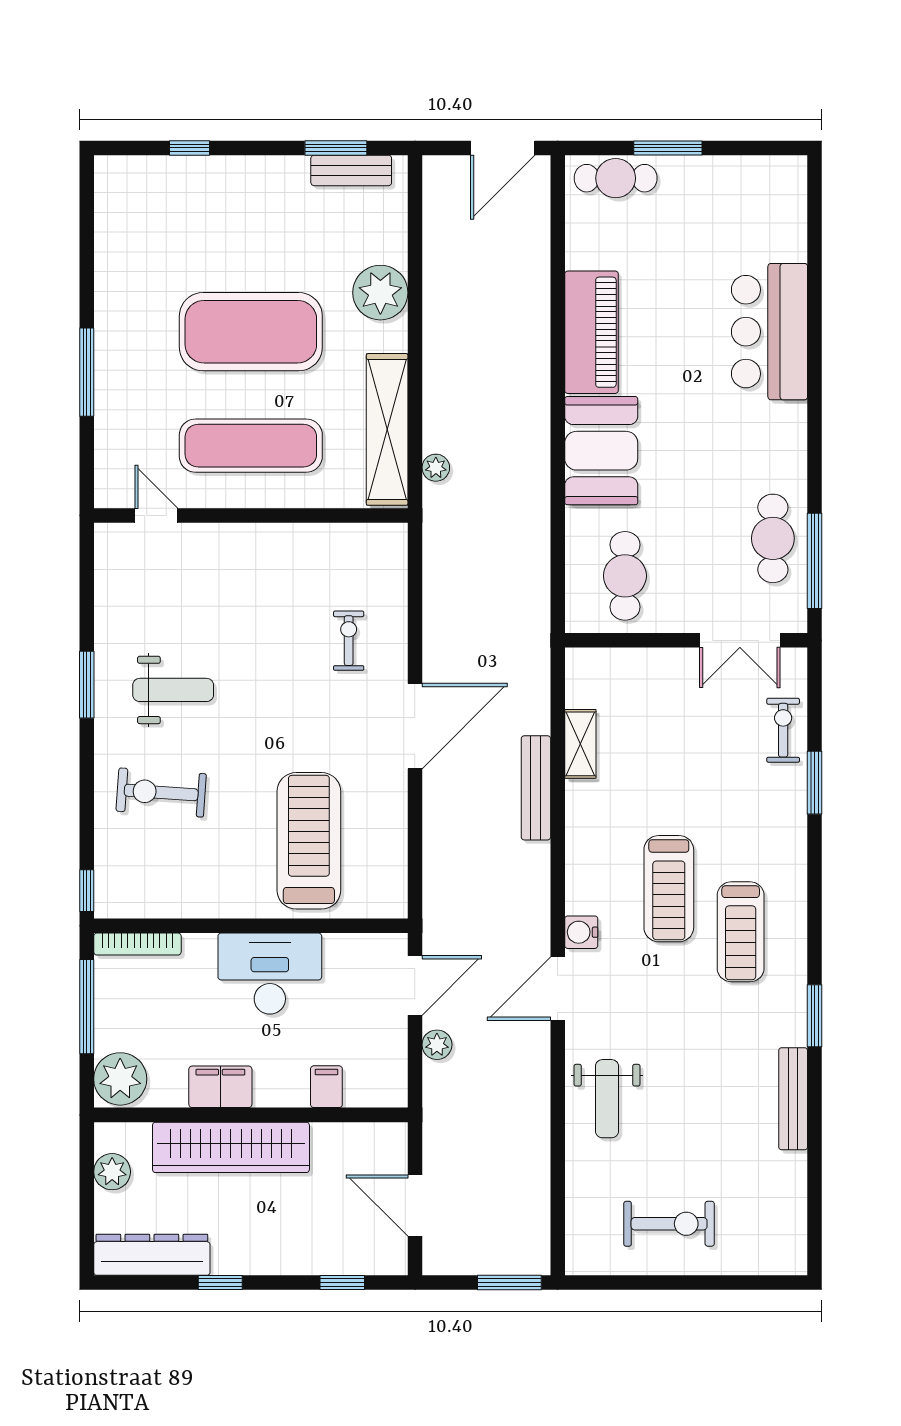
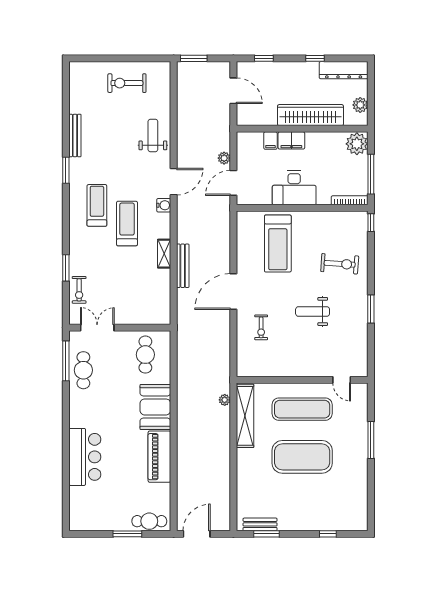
plant: (380, 293) -> (248, 473), removed
weight bench: (173, 690) -> (313, 311), moved
shelving: (580, 744) -> (164, 254), moved
filing cabinet: (220, 1087) -> (291, 140), moved

